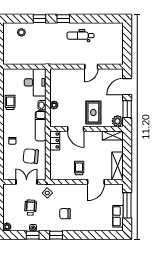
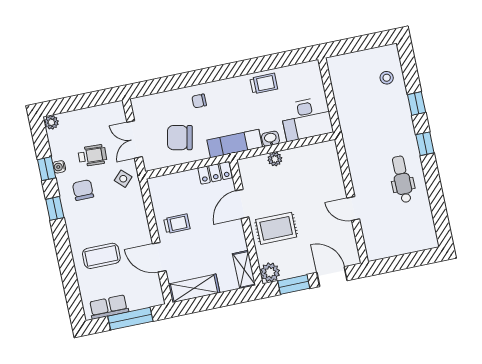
chair: (31, 156) -> (180, 138), turned -83
double door: (27, 182) -> (135, 140), swing flipped
chair: (65, 214) -> (83, 190), moved
coffee table: (88, 214) -> (101, 256), added

